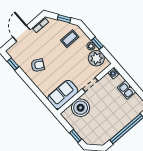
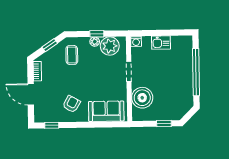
sofa: (63, 94) -> (106, 111), moved, turned 90

